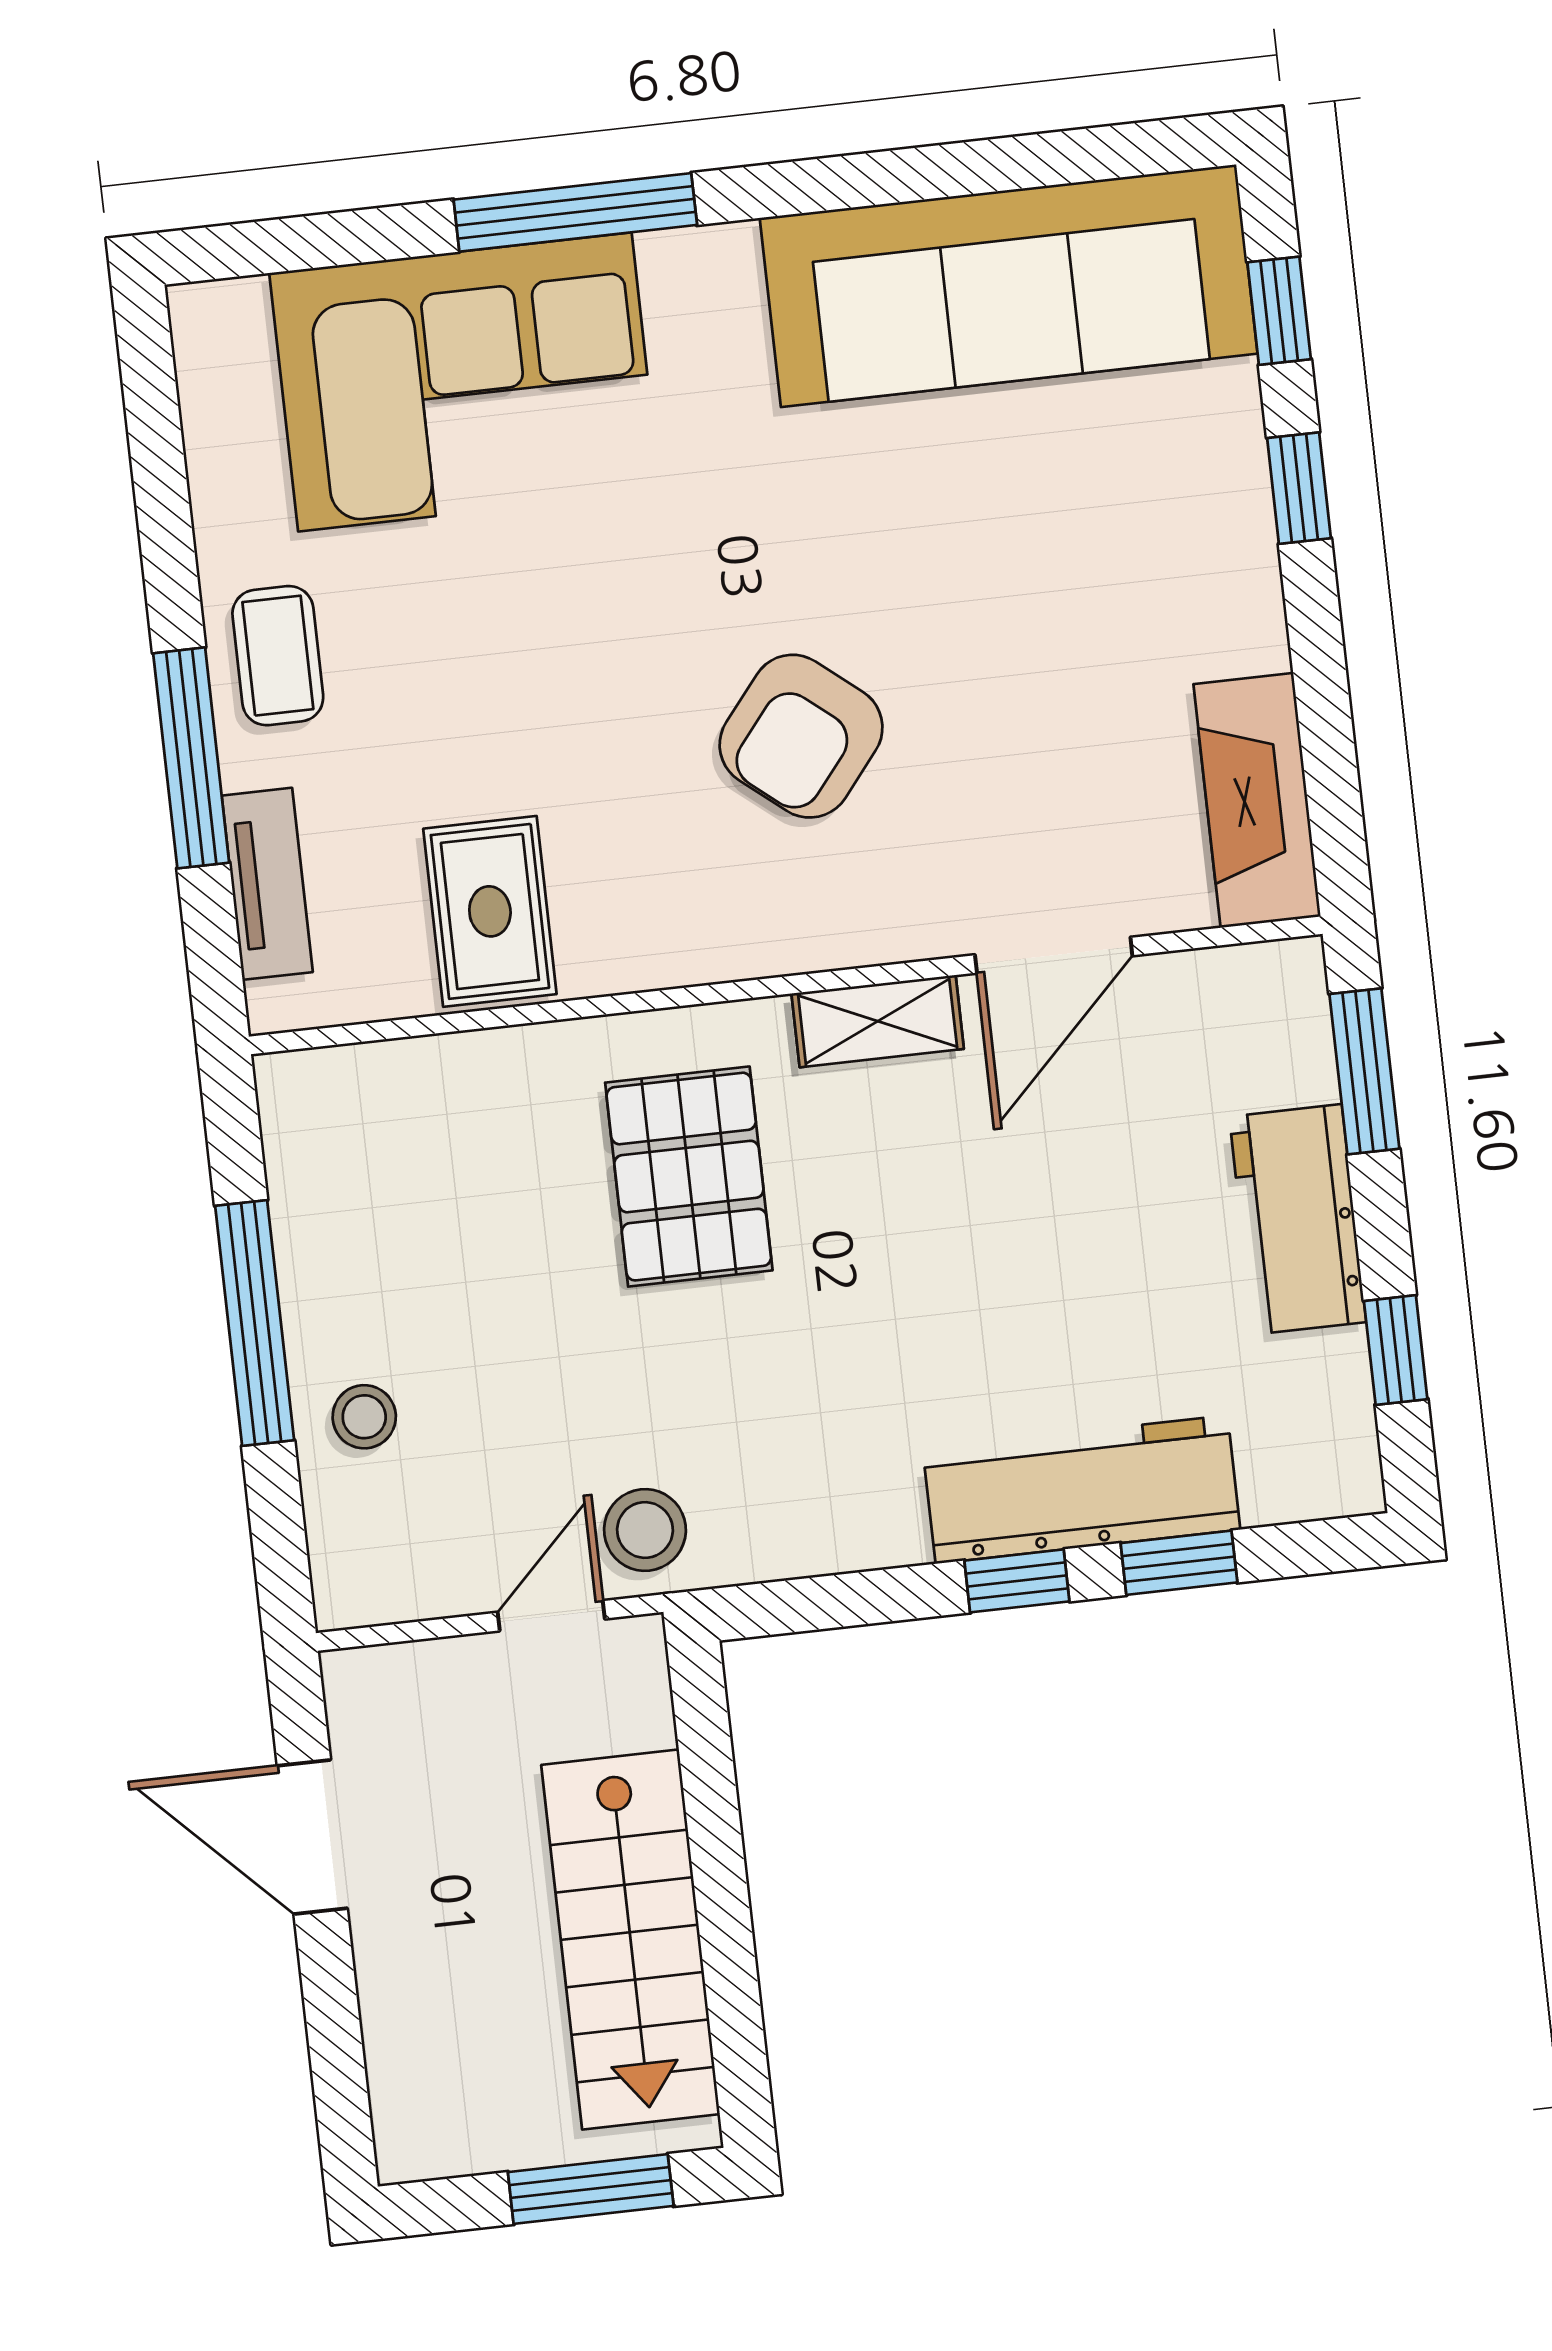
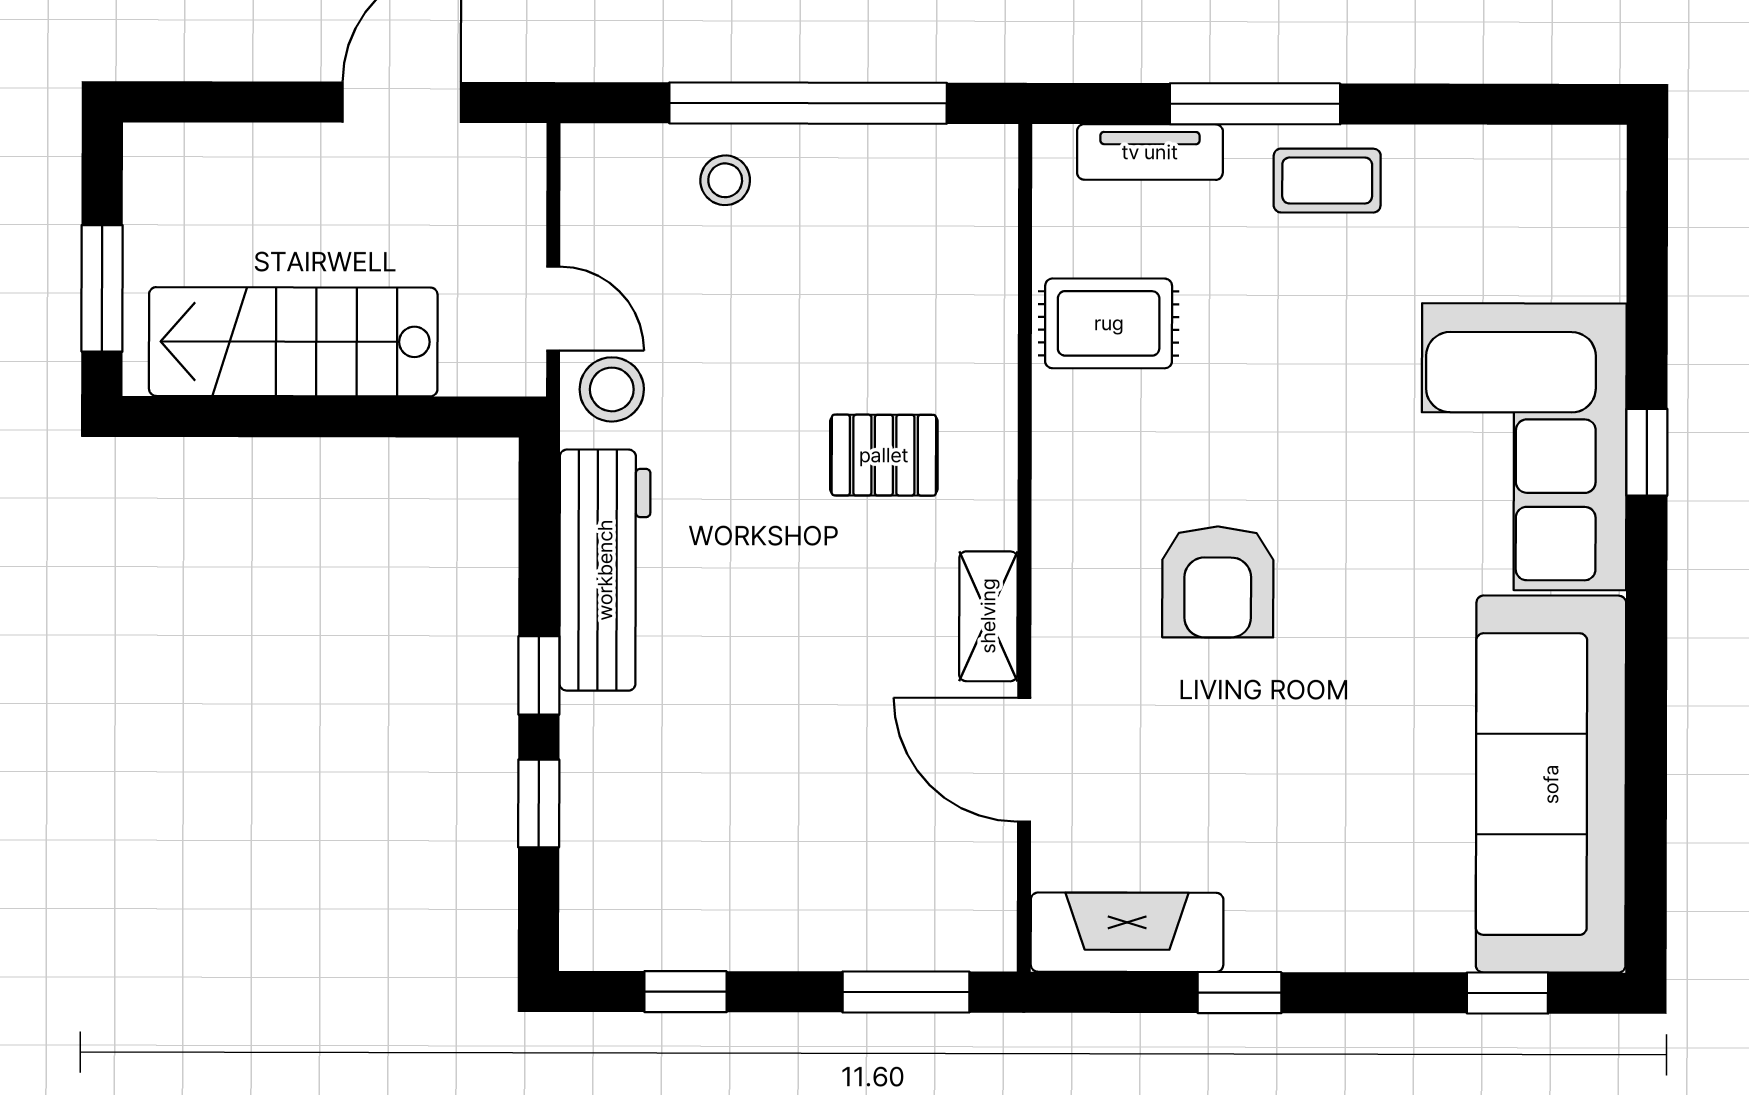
window: (575, 212) -> (1647, 452), width x0.46
corner sofa: (465, 382) -> (1524, 447), moved
window: (1299, 488) -> (1239, 993), moved
armchair: (801, 736) -> (1218, 582), turned -129
pallet: (689, 1177) -> (884, 455), width x0.67, depth x0.71
workbench: (1298, 1219) -> (796, 927), removed
window: (255, 1323) -> (808, 103), width x1.46
workbench: (1082, 1489) -> (605, 570), moved

